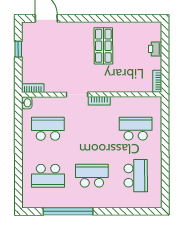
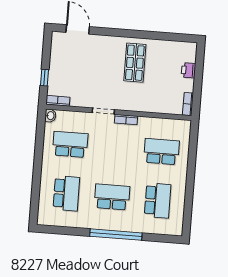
window: (18, 49) -> (44, 78), moved
school desk: (48, 176) -> (66, 193), turned -90
window: (68, 211) -> (116, 235), moved

